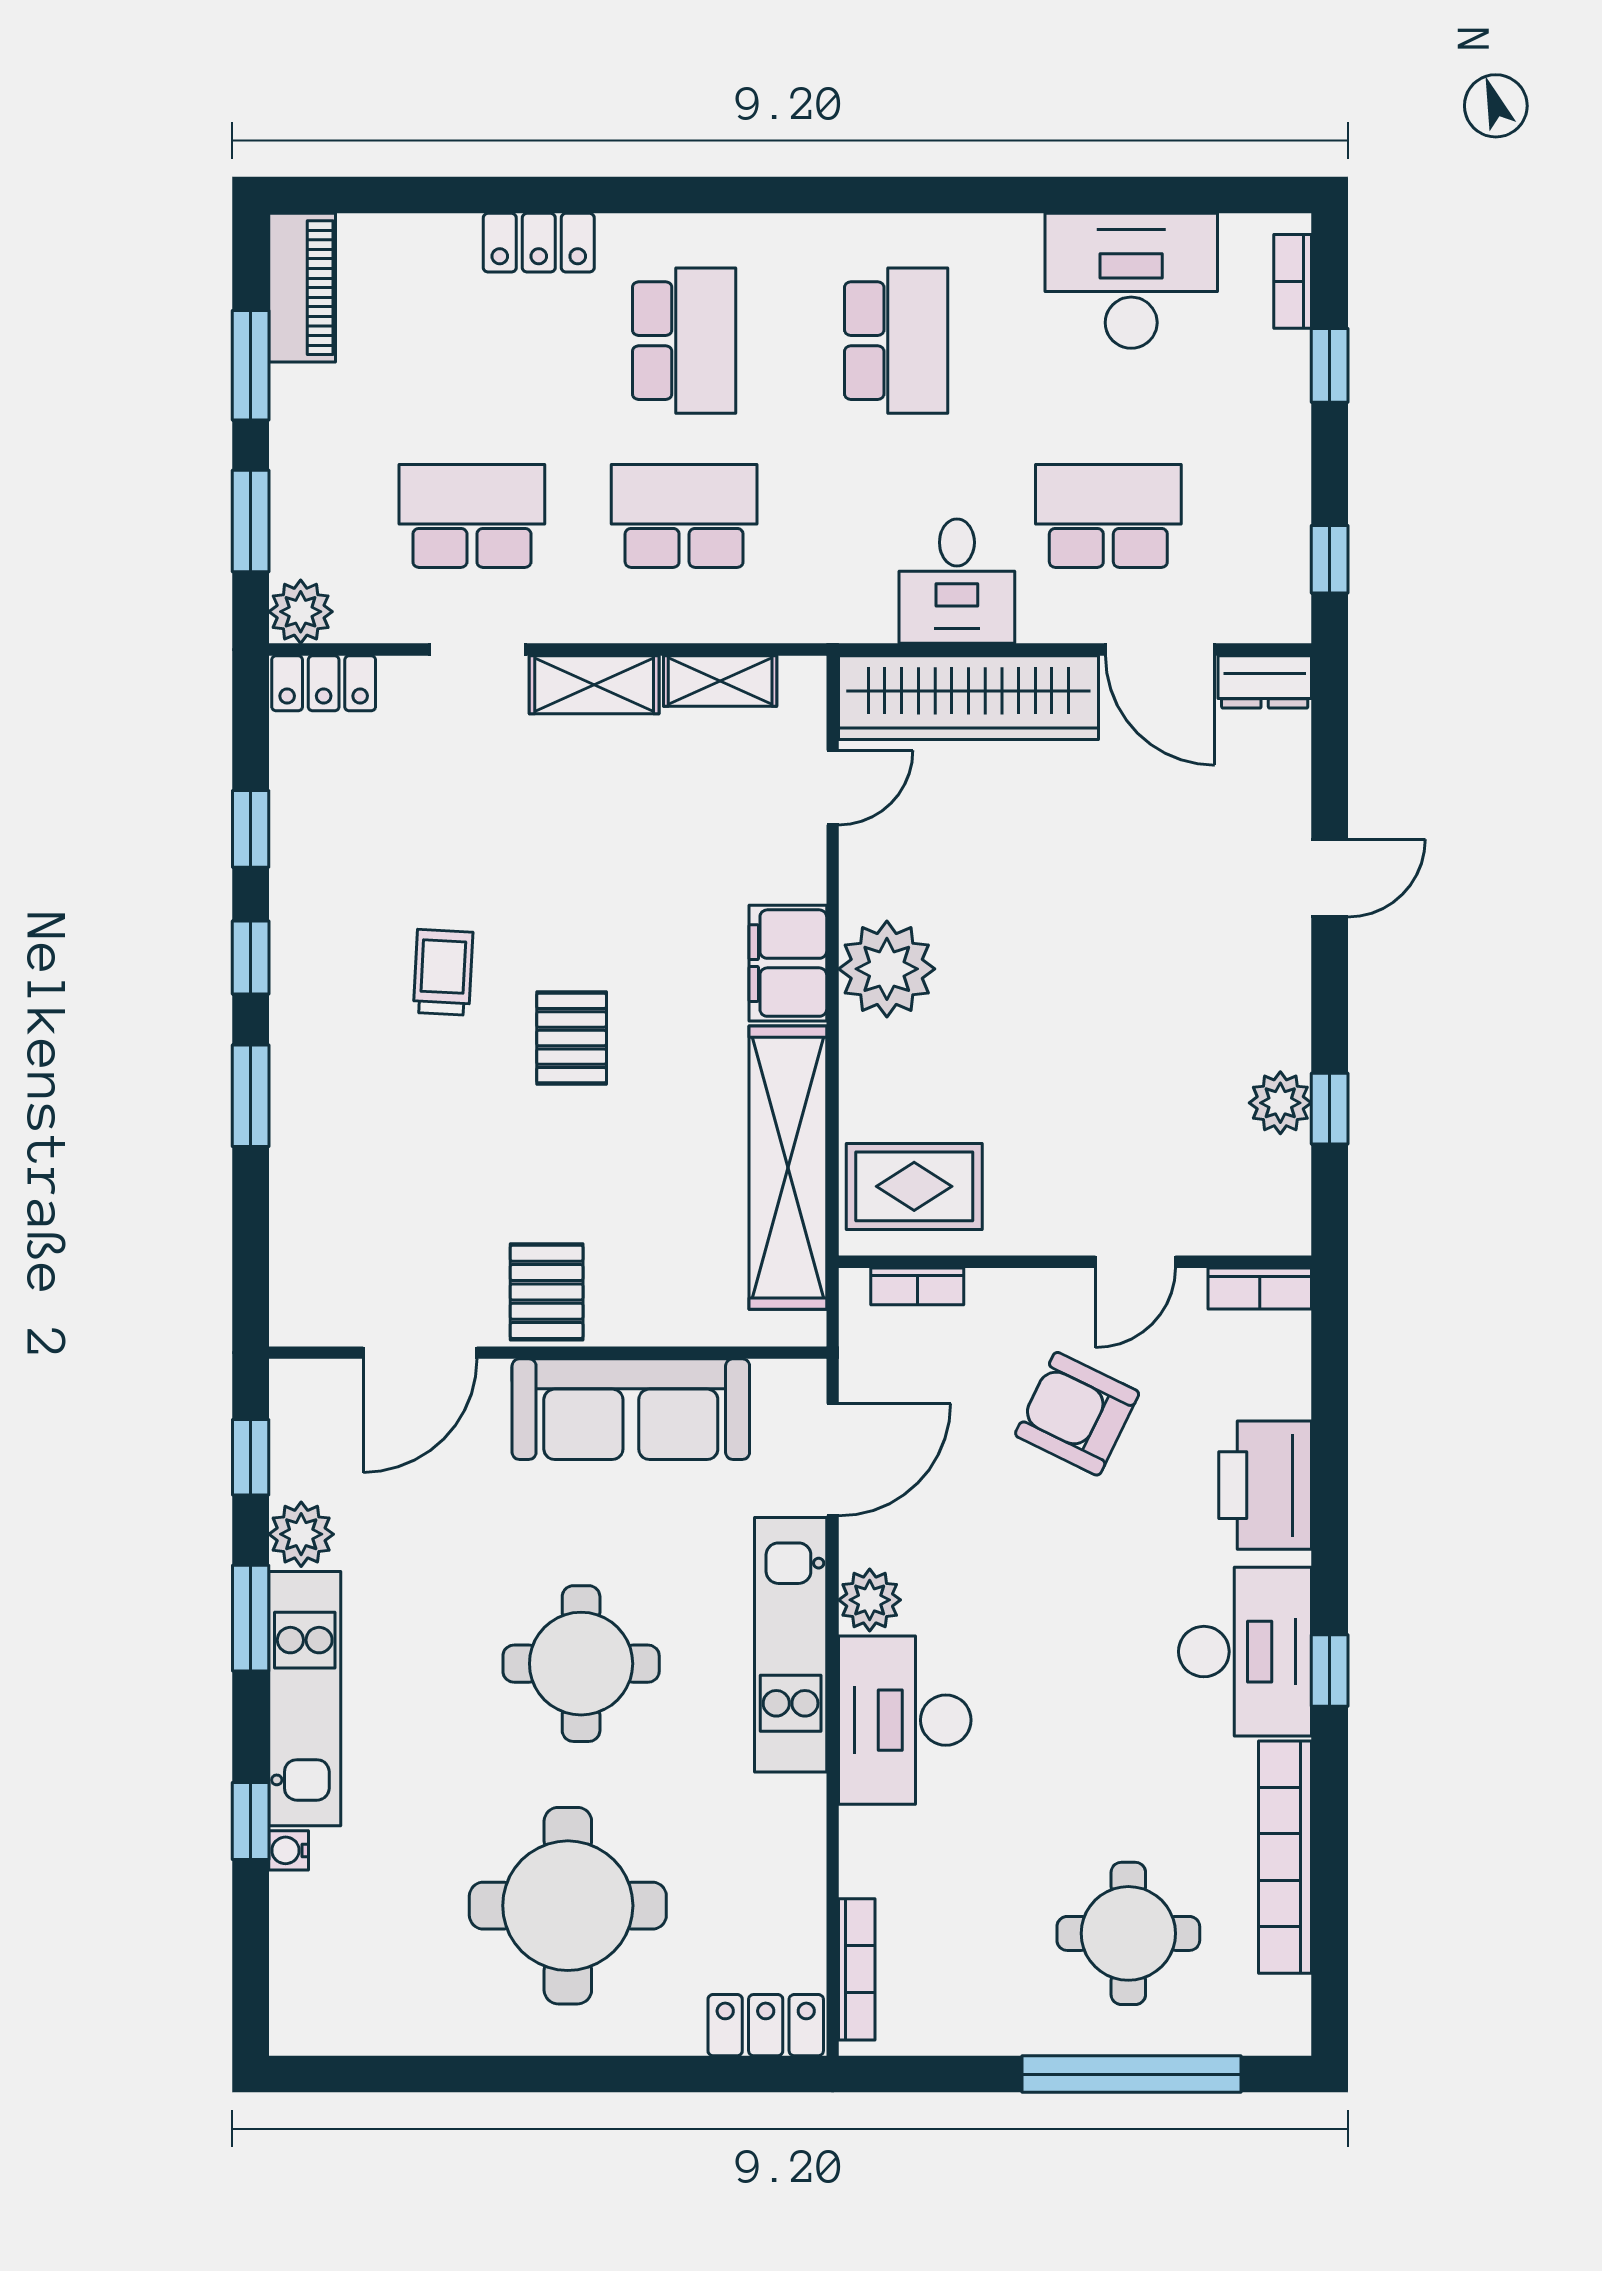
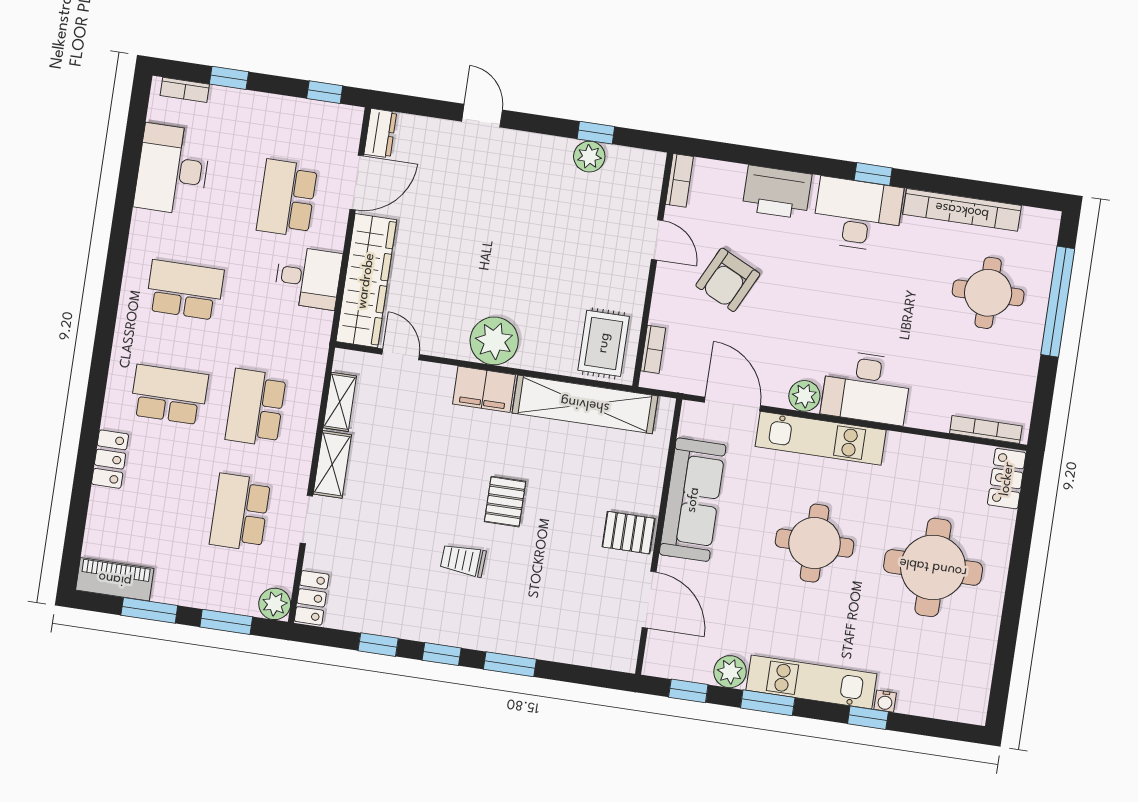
pallet: (572, 1038) -> (505, 502), turned 90

